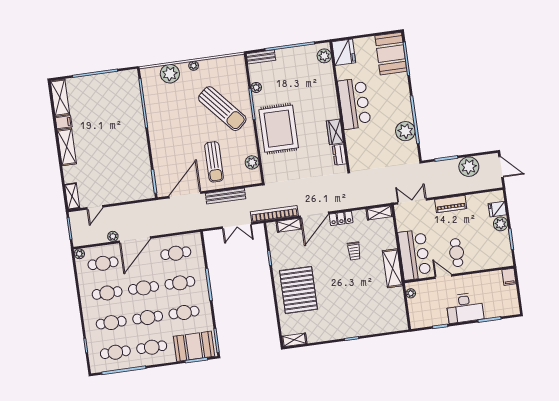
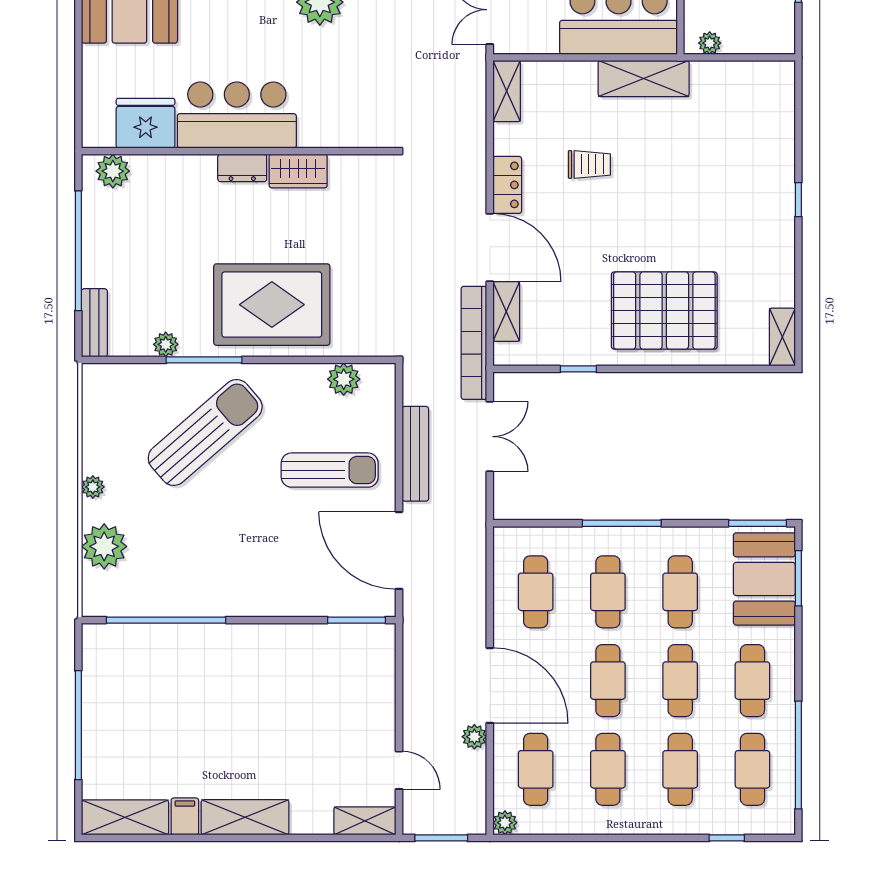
fridge: (344, 52) -> (146, 123), moved
dresser: (339, 155) -> (242, 168), moved

